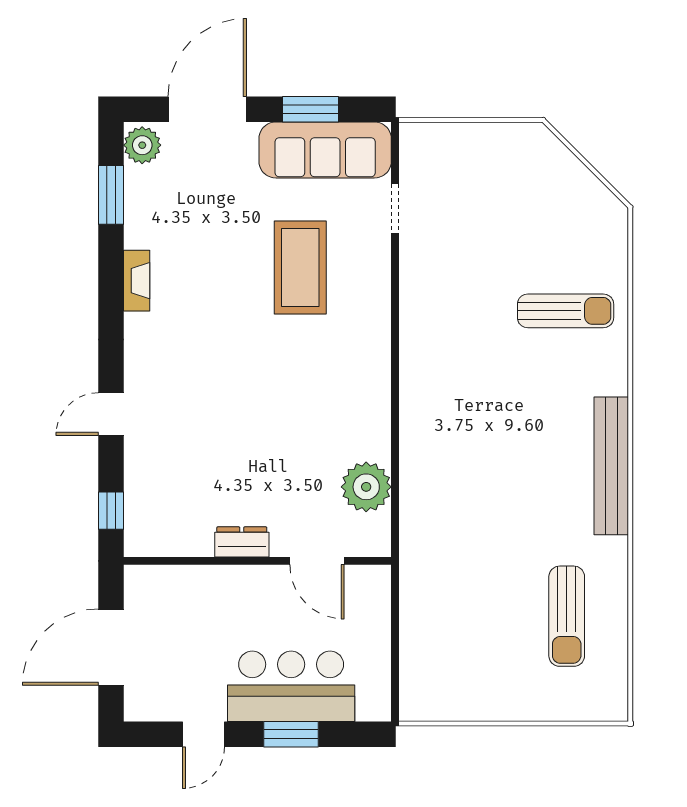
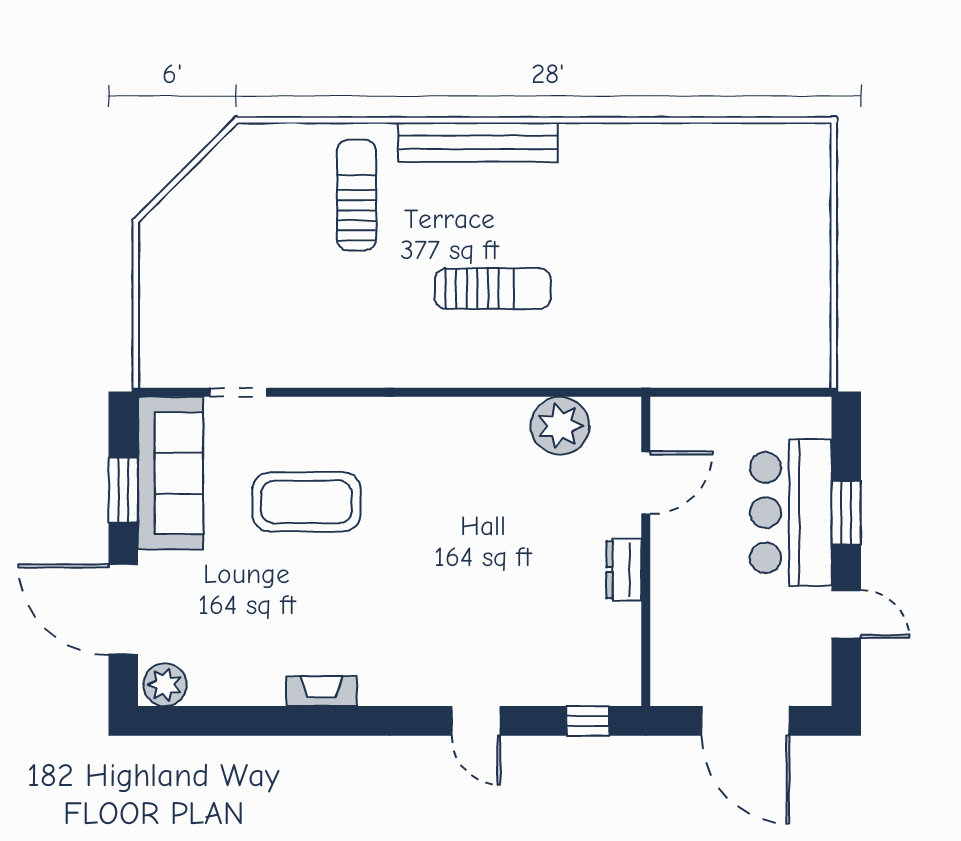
window: (111, 195) -> (222, 721), removed
bench: (611, 466) -> (478, 142), moved
sun lounger: (567, 616) -> (493, 289), moved

